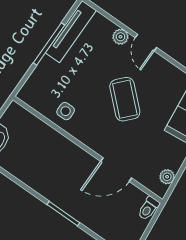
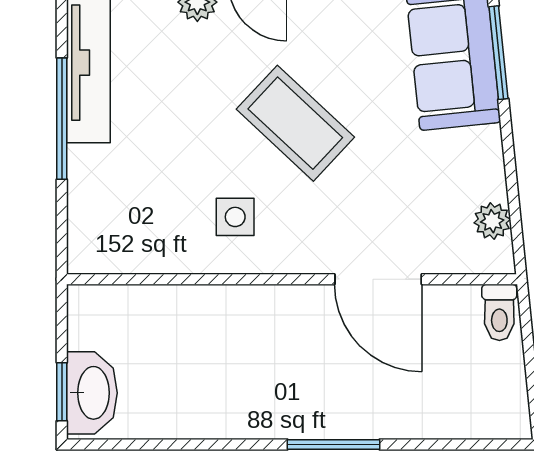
side table: (66, 111) -> (235, 217), moved
door: (116, 170) -> (378, 279), hinge flipped

